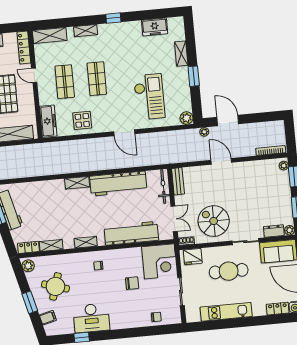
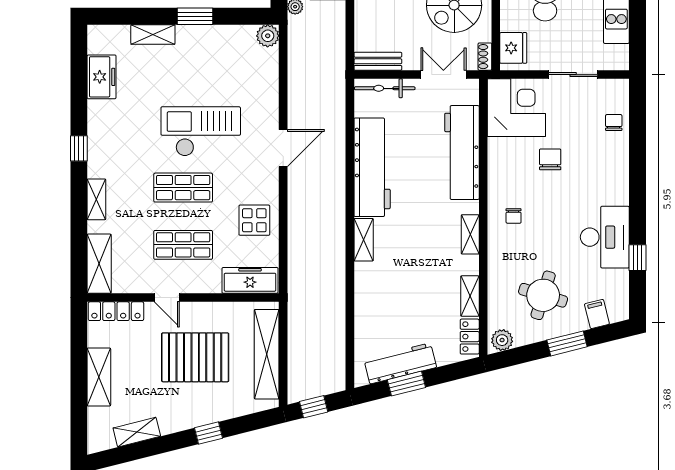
door: (34, 75) -> (167, 298), hinge flipped
checkout: (149, 97) -> (201, 131), moved

